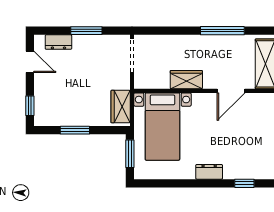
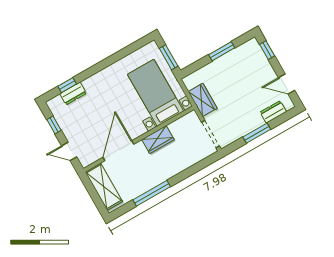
door: (231, 91) -> (118, 151), width x1.36
wardrobe: (121, 107) -> (203, 100), moved
dresser: (209, 172) -> (73, 94), moved

